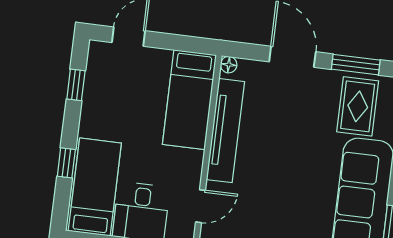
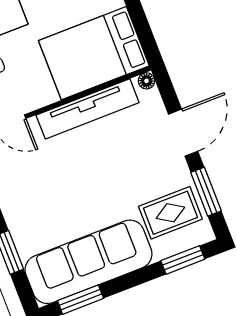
bed: (189, 100) -> (94, 53), width x1.50

